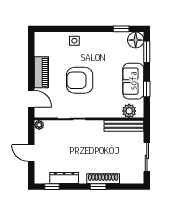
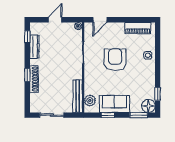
piano: (41, 72) -> (138, 28), moved

